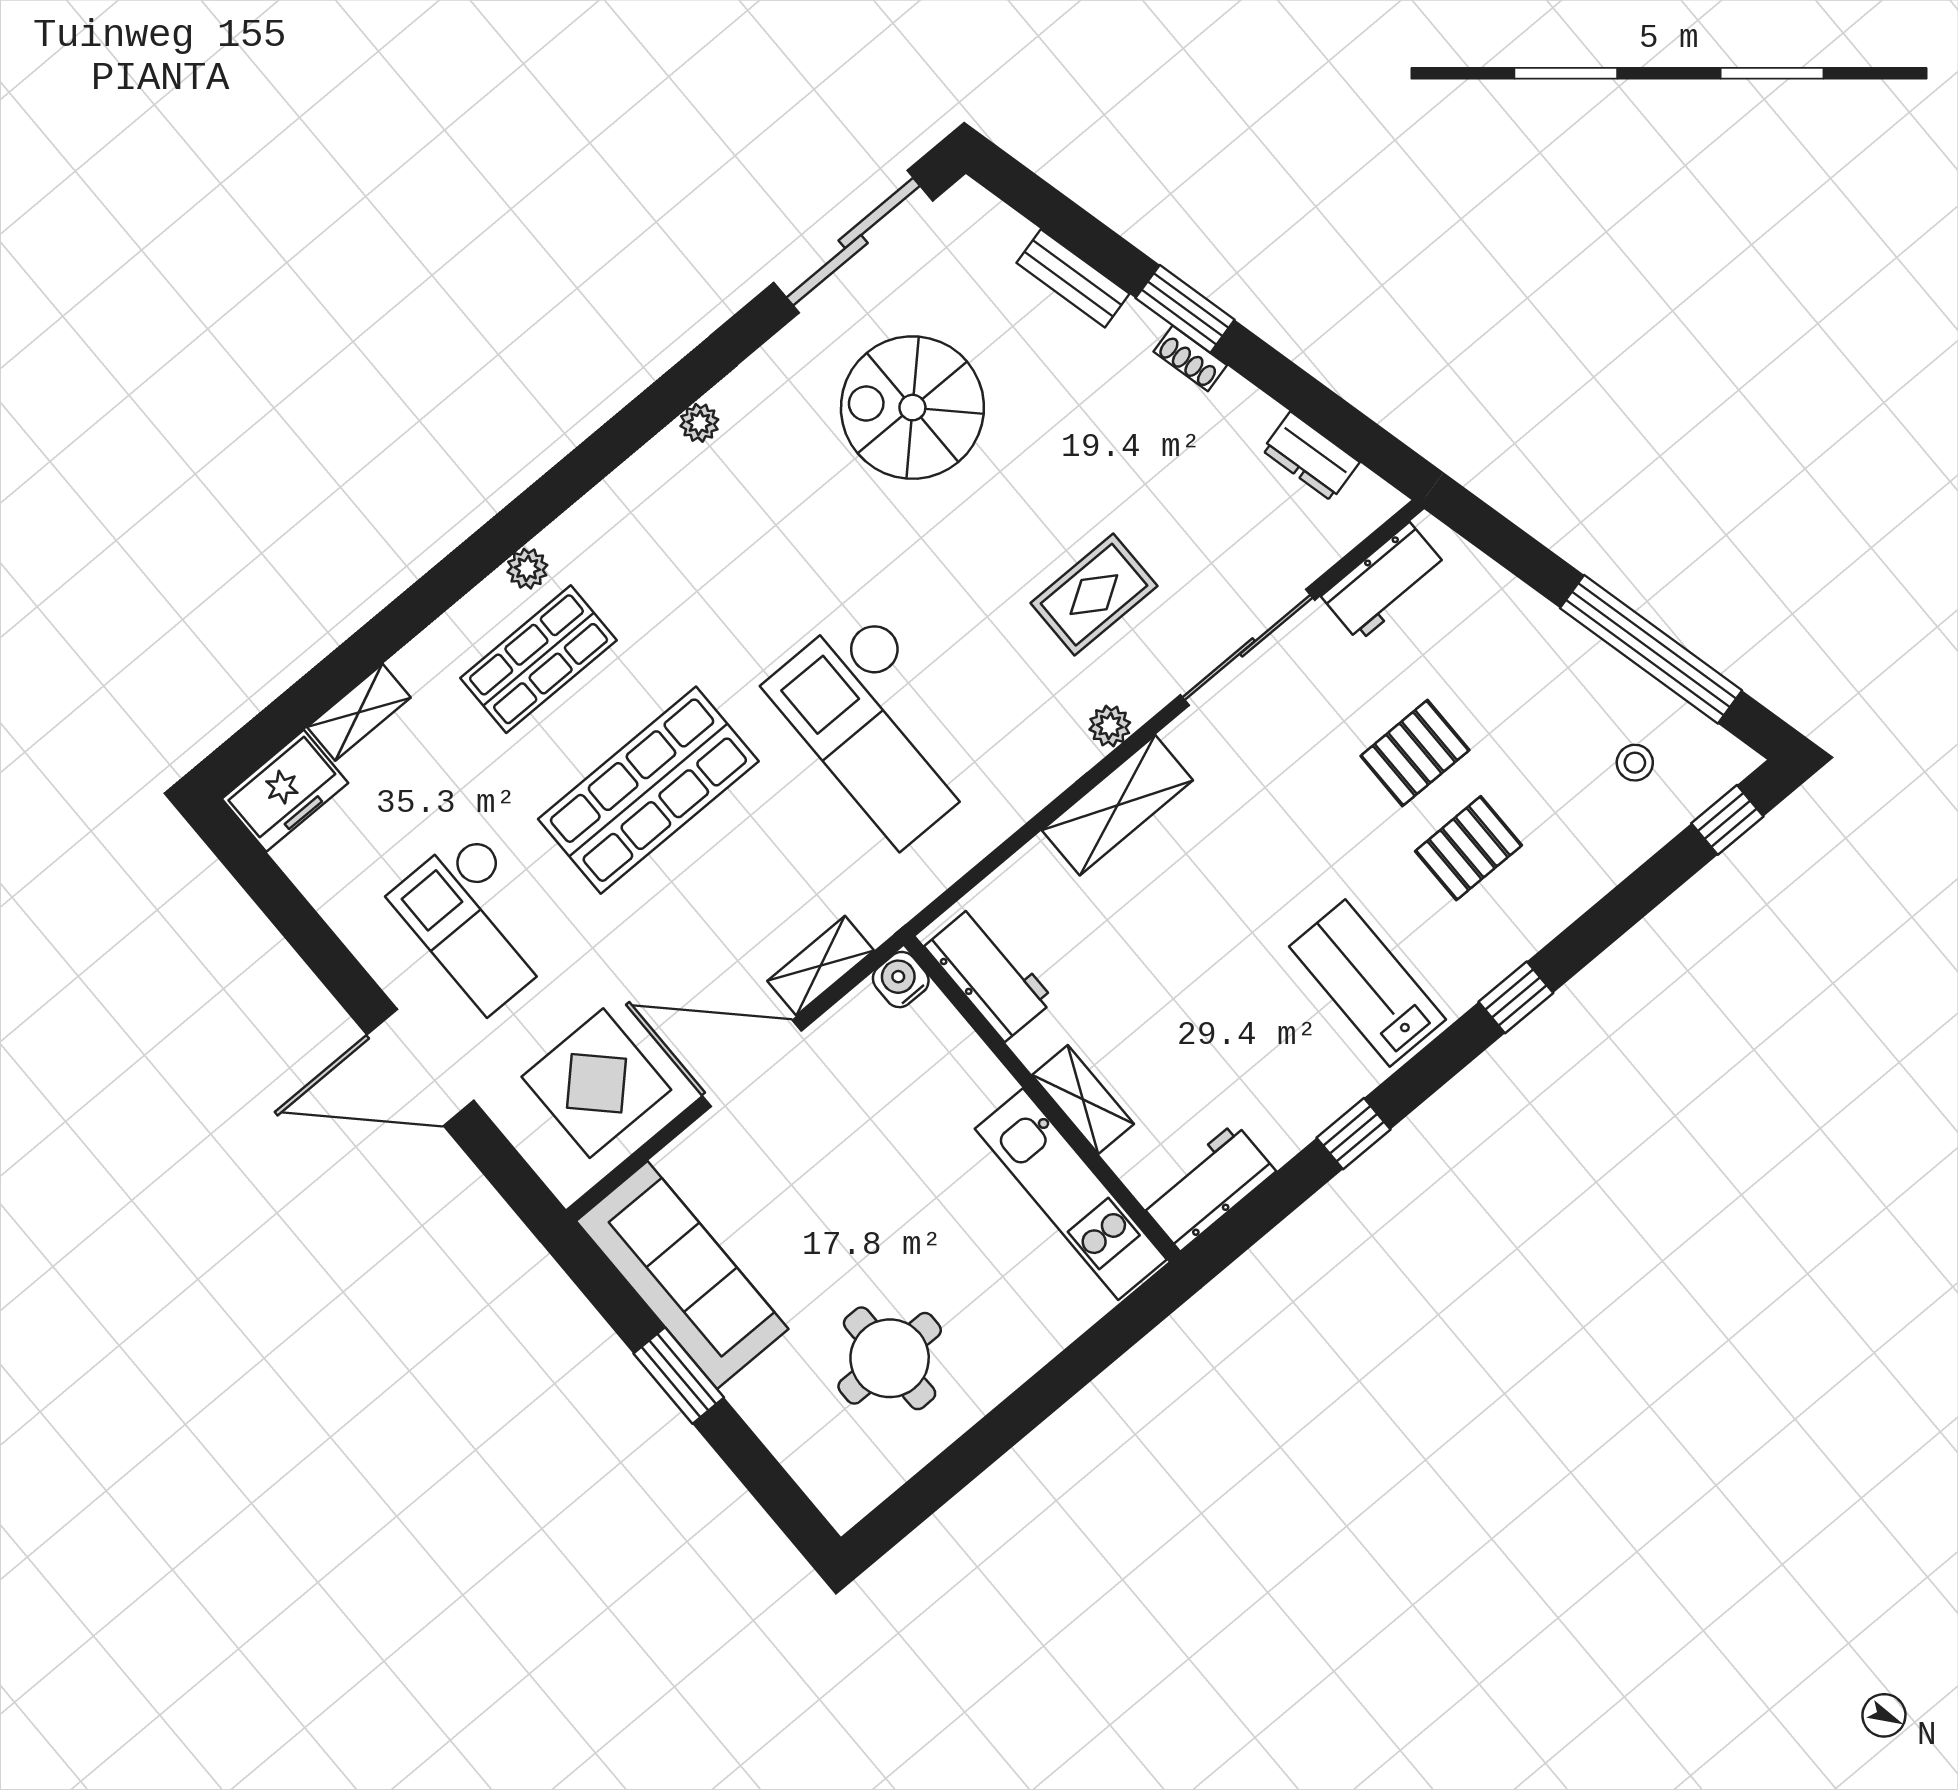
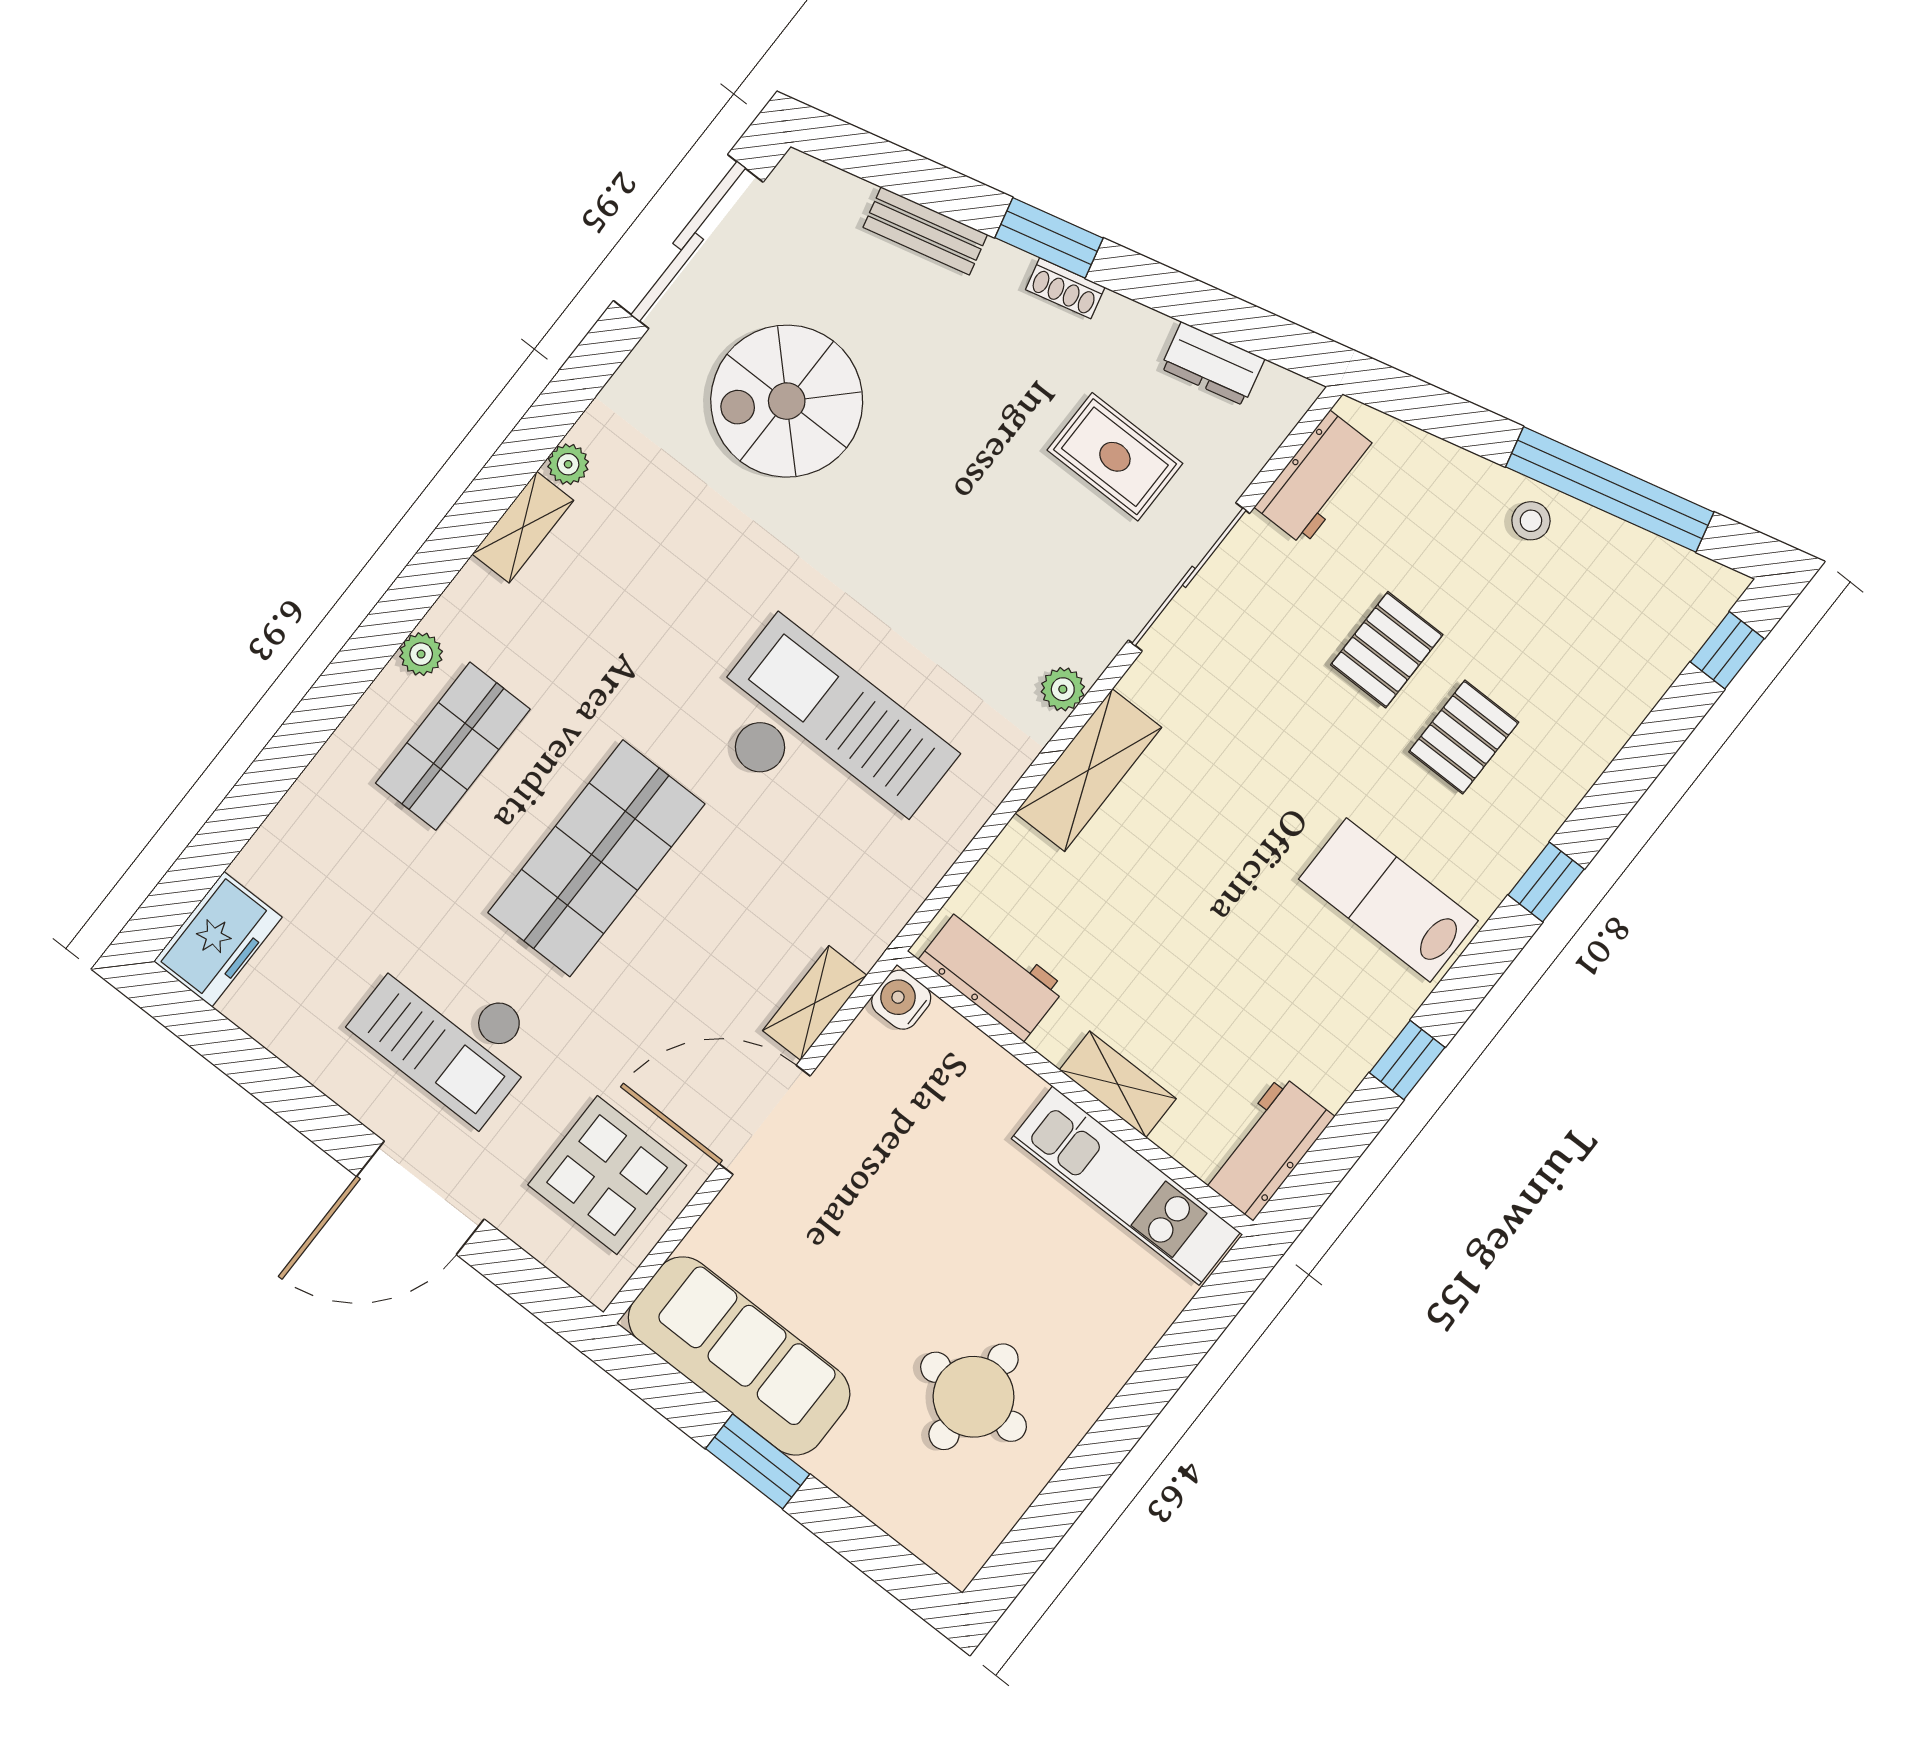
rug: (1094, 595) -> (1115, 457), moved, turned 90
shelving: (359, 712) -> (523, 527), moved
checkout: (882, 726) -> (825, 739), turned 180
stool: (1635, 763) -> (1531, 521), moved

